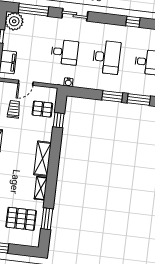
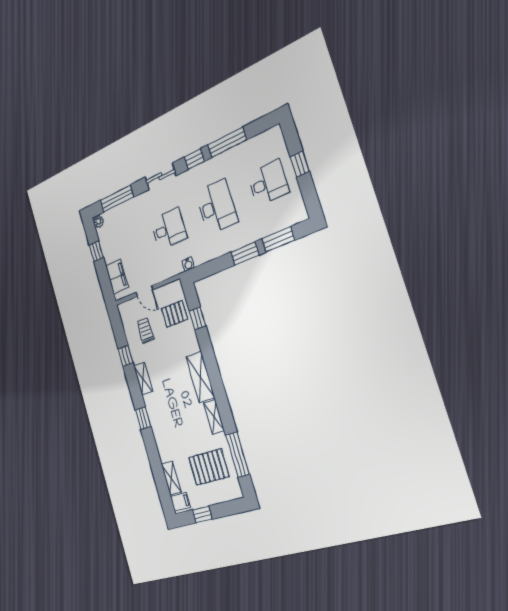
window: (105, 18) -> (194, 159), added
plant: (14, 21) -> (98, 221), width x0.53, depth x0.53
window: (133, 22) -> (227, 142), width x2.17
door: (26, 83) -> (144, 291), hinge flipped
window: (47, 219) -> (238, 455), width x1.44

